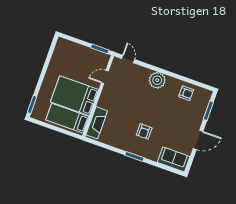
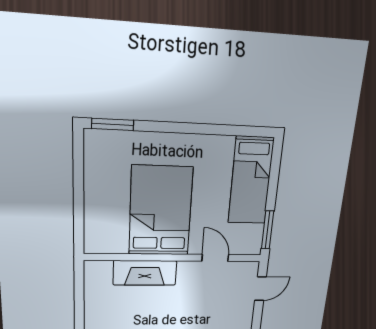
bed: (67, 118) -> (251, 181), moved, turned 180
fireplace: (97, 123) -> (145, 273), moved

